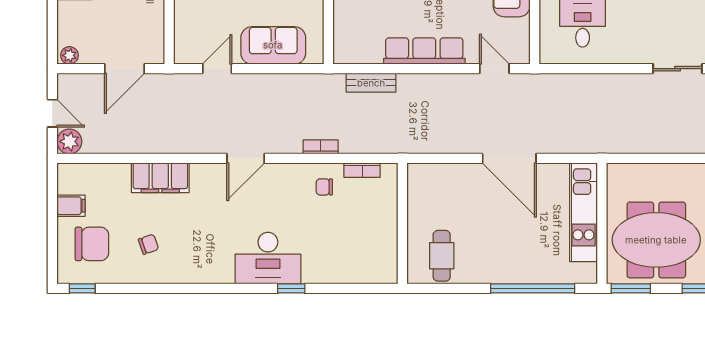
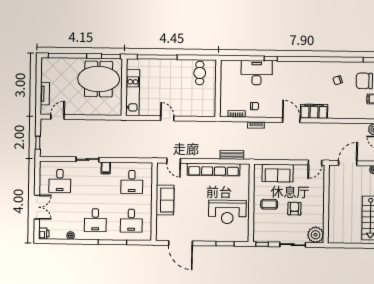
row of seats: (424, 51) -> (214, 170), width x1.36
filing cabinet: (638, 51) -> (106, 168), added
door: (217, 69) -> (315, 163), moved
door: (246, 158) -> (291, 120), hinge flipped
door: (509, 158) -> (167, 118), width x0.53
filing cabinet: (160, 178) -> (314, 111), moved
desk: (268, 258) -> (257, 73), moved

